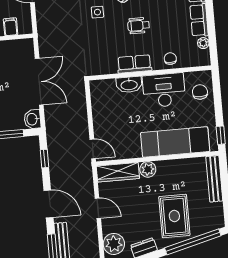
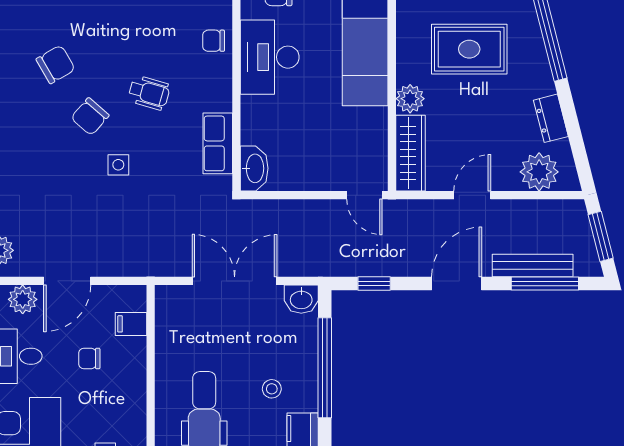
wheelchair: (139, 26) -> (149, 93), turned -74
row of seats: (134, 64) -> (218, 143), moved
washbasin: (129, 85) -> (254, 168), moved
door: (93, 149) -> (364, 195), swing flipped
rug: (174, 216) -> (469, 49), moved

